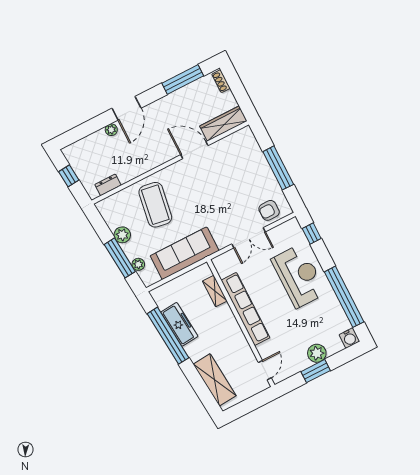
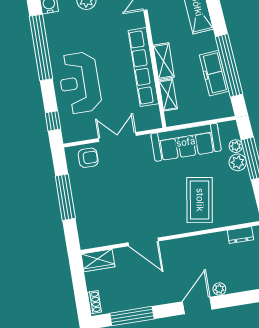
wardrobe: (223, 124) -> (98, 260), width x0.67
plant: (122, 235) -> (238, 162), moved
shelving: (229, 320) -> (164, 61), added

